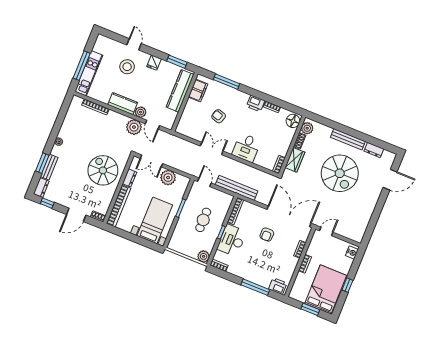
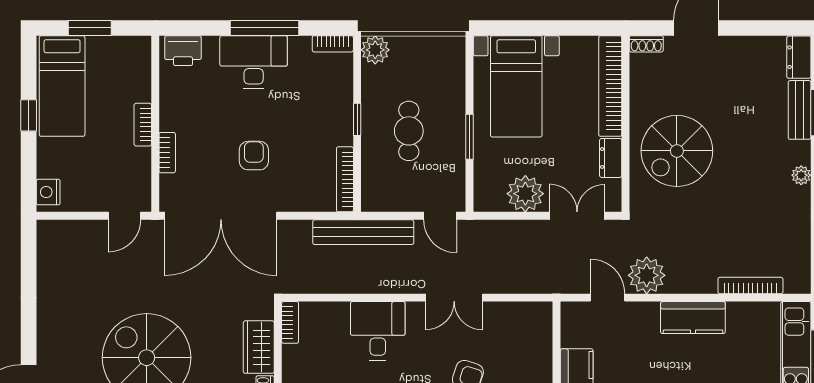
plant: (141, 112) -> (645, 315), removed
spiral stairs: (103, 170) -> (677, 151), turned 90
window: (47, 203) -> (772, 28), removed
desk: (232, 240) -> (254, 62), moved, turned -90
window: (255, 287) -> (265, 28), moved
bed: (326, 289) -> (62, 86), width x0.67

